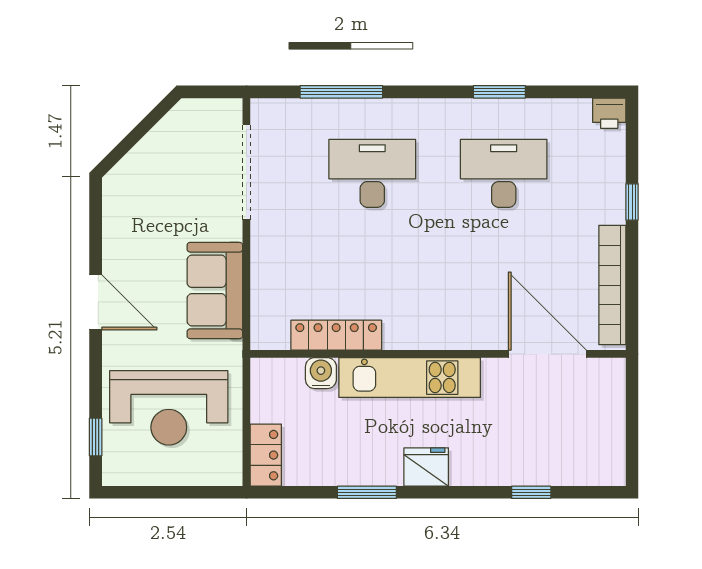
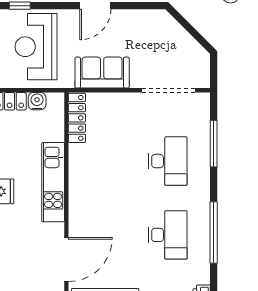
window: (499, 92) -> (214, 232), width x2.11
locker: (336, 335) -> (77, 118), moved
water cooler: (321, 373) -> (37, 101), moved, turned -90

